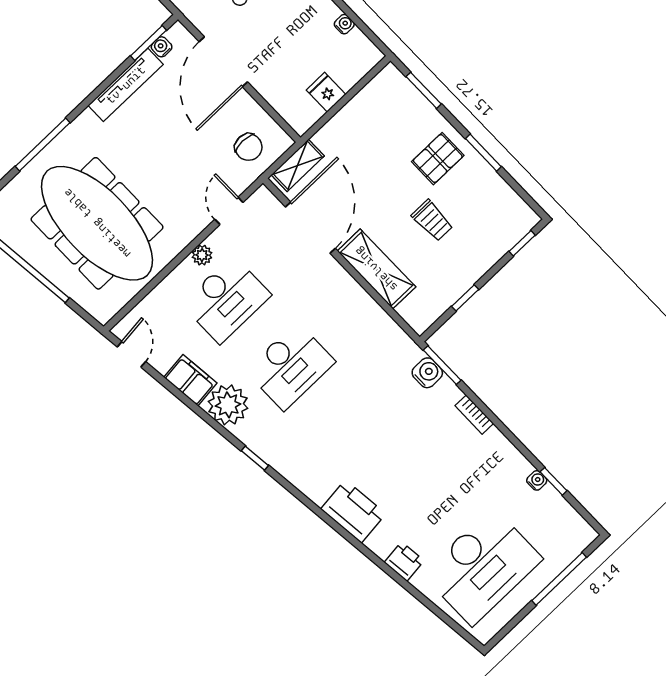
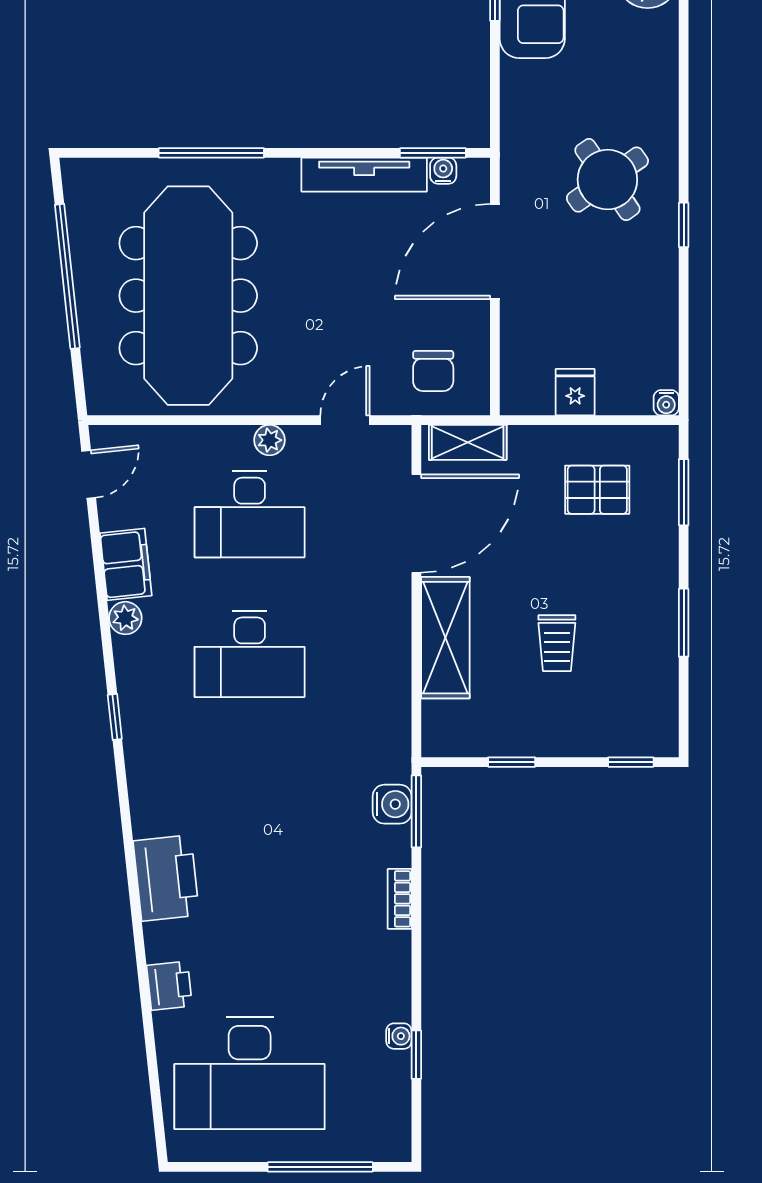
water cooler: (344, 24) -> (666, 403), moved, turned 90
pallet: (438, 159) -> (597, 490), moved
plant: (228, 405) -> (125, 618), width x0.53, depth x0.53

